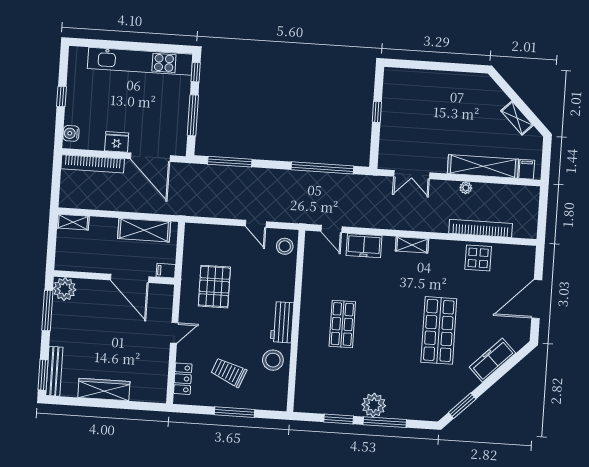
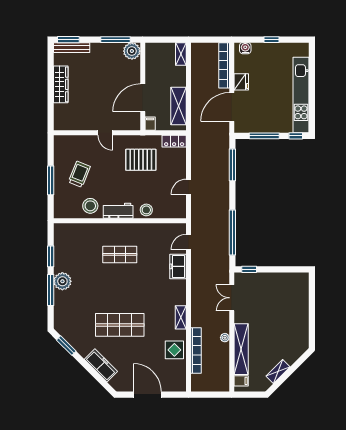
window: (377, 112) -> (249, 269), moved
shelving: (412, 245) -> (181, 317), moved
stool: (285, 246) -> (146, 210), moved
locker: (183, 379) -> (174, 141), moved

